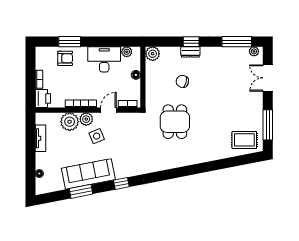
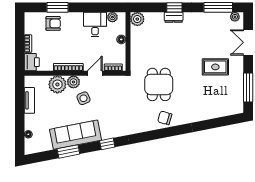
desk: (104, 59) -> (95, 24), width x0.73
chair: (182, 81) -> (165, 118), moved
rug: (244, 140) -> (215, 67), moved

